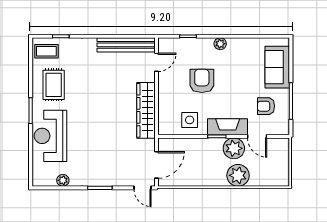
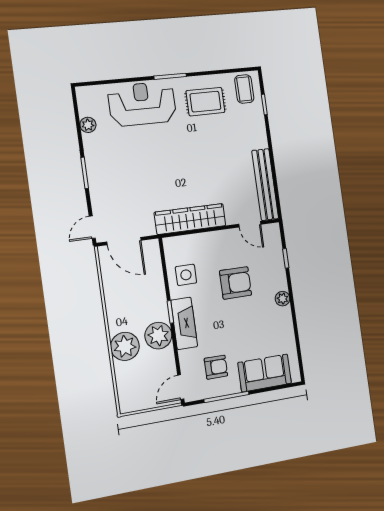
armchair: (266, 106) -> (216, 367), turned 90
door: (257, 136) -> (181, 387), moved

